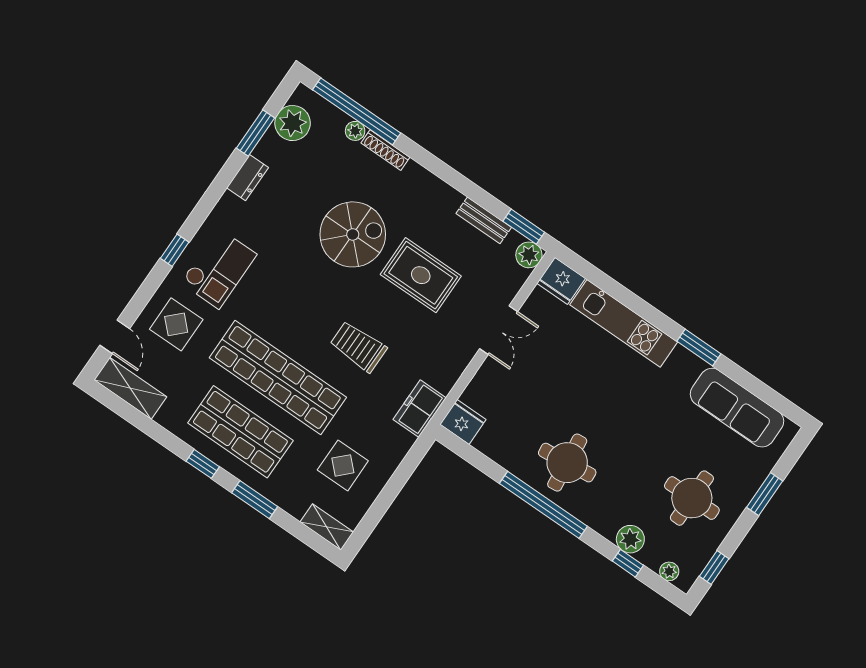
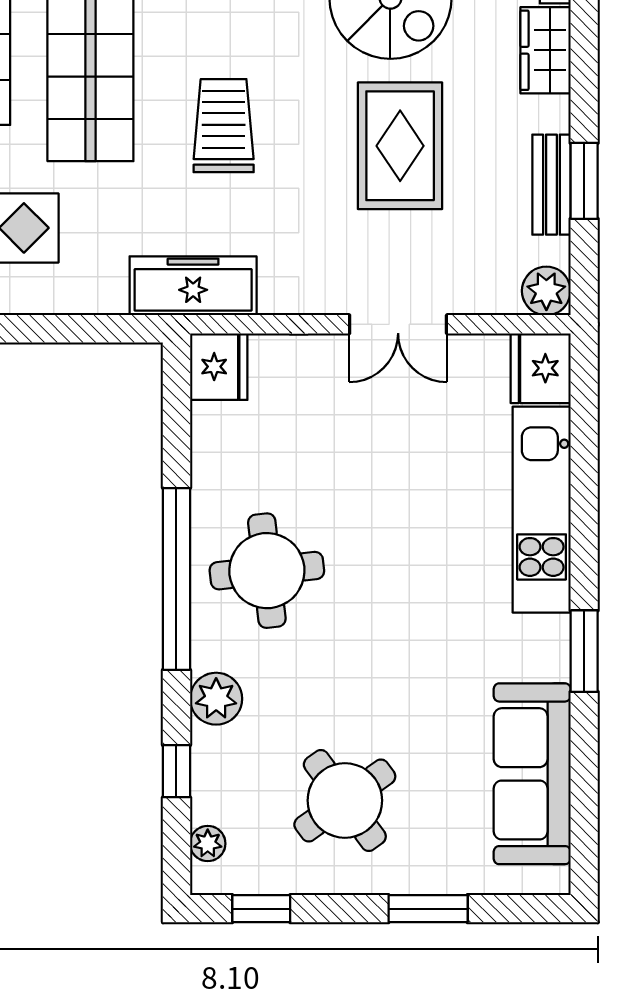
wardrobe: (423, 182) -> (546, 50), added
window: (524, 227) -> (584, 181), moved
freezer: (420, 409) -> (193, 286), width x1.40
round table: (692, 498) -> (345, 800), turned -36
plant: (630, 539) -> (216, 699), moved

